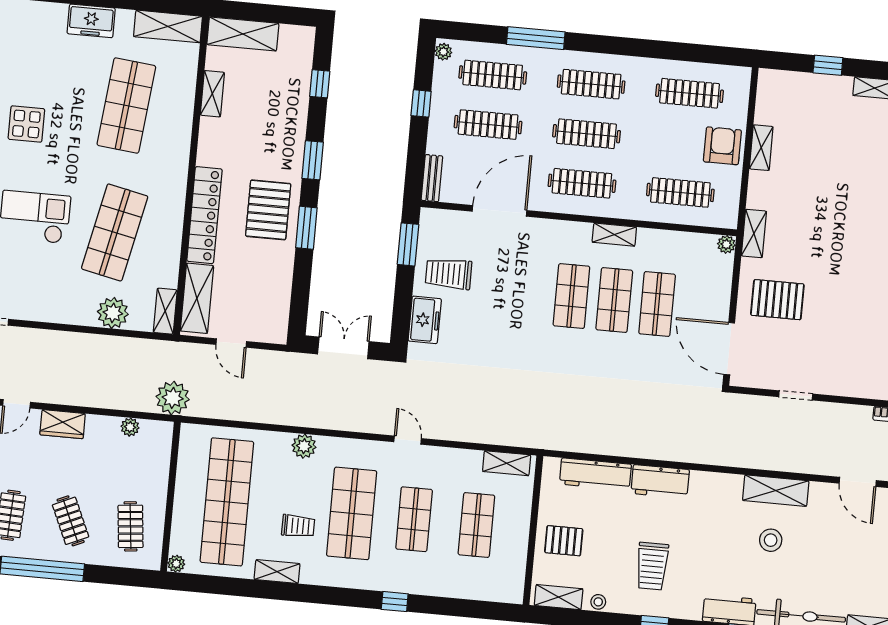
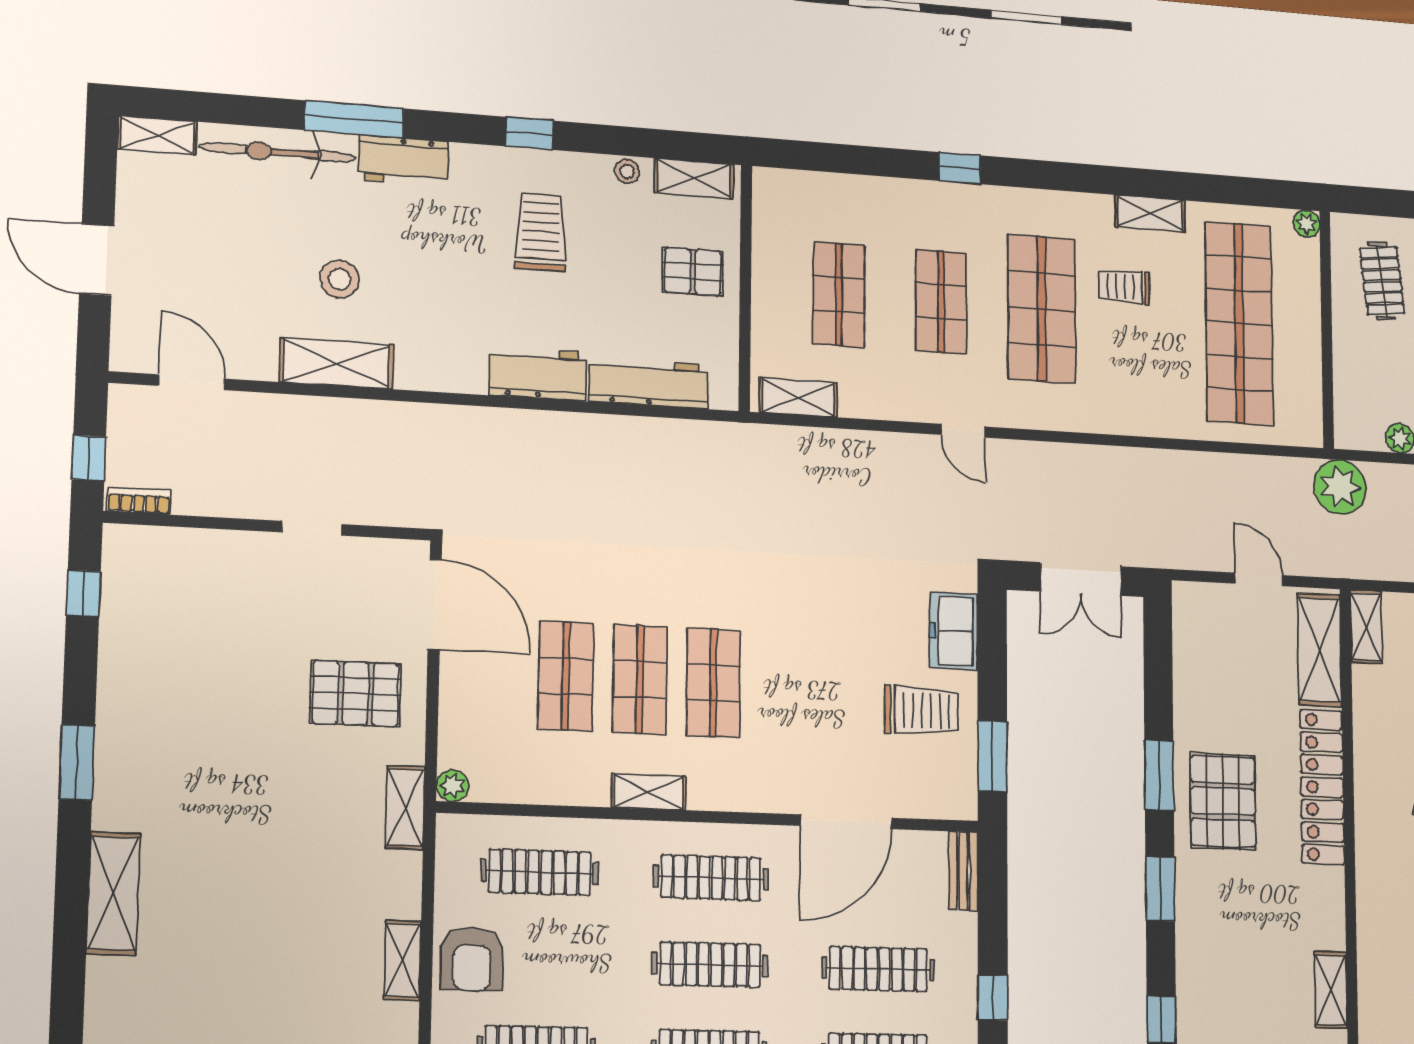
plant: (304, 446) -> (1128, 416), removed

